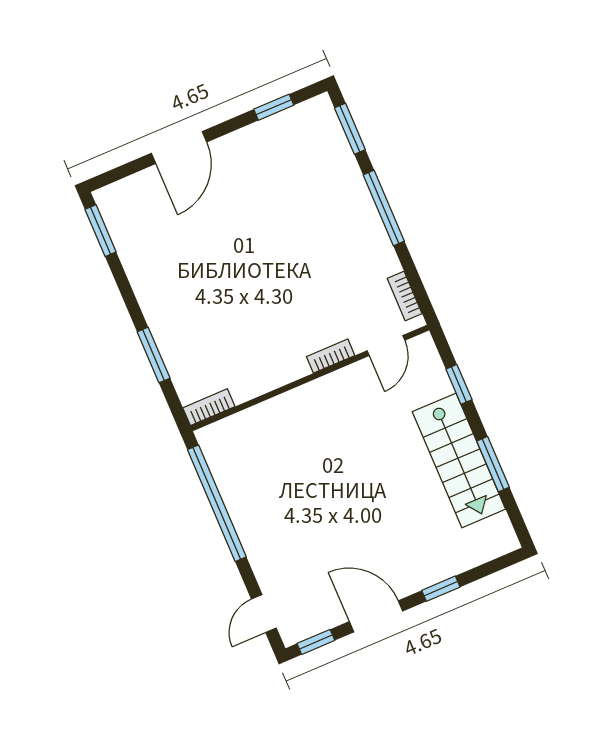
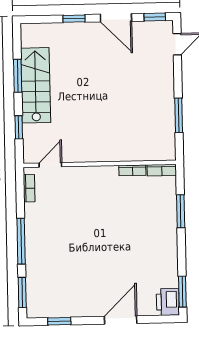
printer: (117, 205) -> (168, 302), added
bookcase: (331, 356) -> (132, 170), moved
window: (217, 503) -> (179, 115), width x0.47

